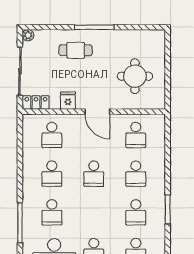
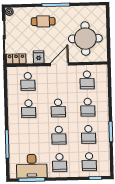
round table: (135, 76) -> (85, 39), width x1.36, depth x1.36
door: (97, 112) -> (60, 64), swing flipped
school desk: (52, 212) -> (59, 135), moved

